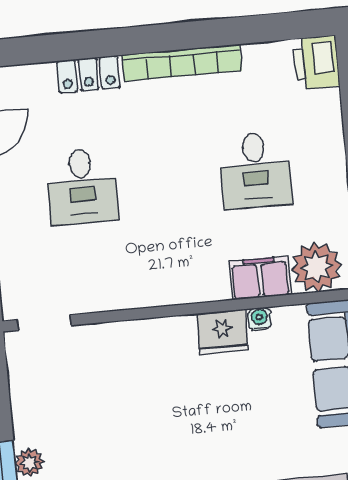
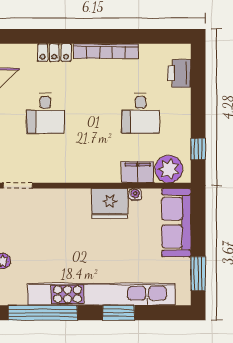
printer: (317, 63) -> (179, 73), moved
fridge: (223, 332) -> (110, 204), width x1.36, depth x1.34

